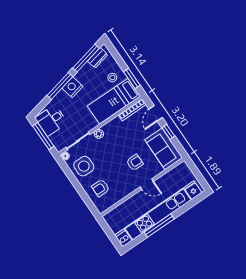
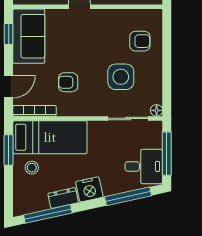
dresser: (98, 58) -> (63, 198), moved
window: (60, 86) -> (128, 196), moved
window: (168, 132) -> (9, 34), moved
plant: (99, 134) -> (96, 110), removed
armchair: (135, 163) -> (68, 82), moved
side table: (84, 166) -> (121, 77), moved

